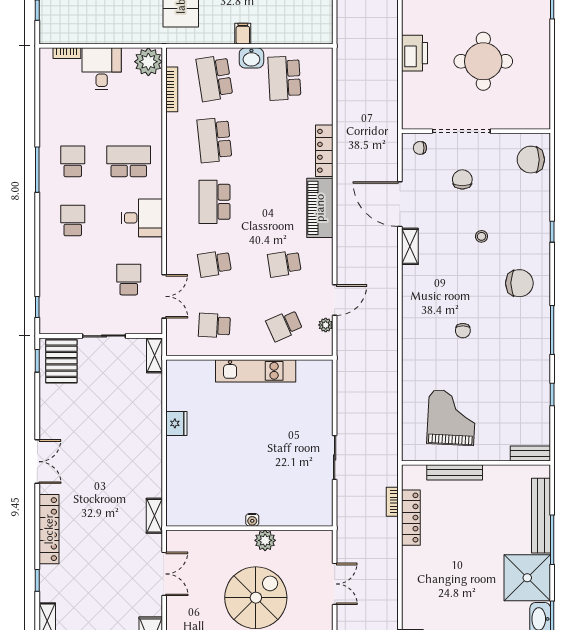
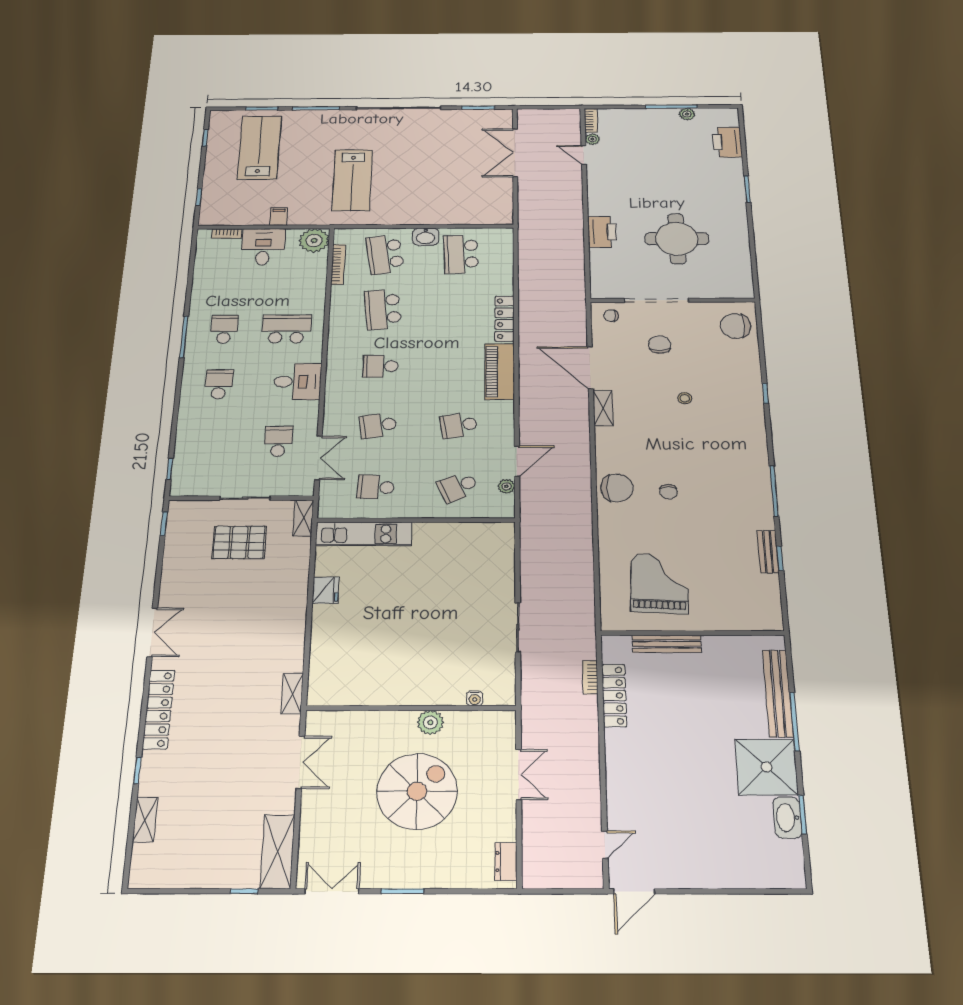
filing cabinet: (243, 34) -> (279, 217), moved
school desk: (214, 202) -> (380, 366), width x0.54
chair: (519, 283) -> (617, 488), moved
pallet: (61, 361) -> (239, 542), moved, turned 90
kitchen unit: (256, 371) -> (364, 534), moved
bench: (530, 453) -> (768, 552), moved, turned 90
water cooler: (252, 520) -> (475, 698), moved

